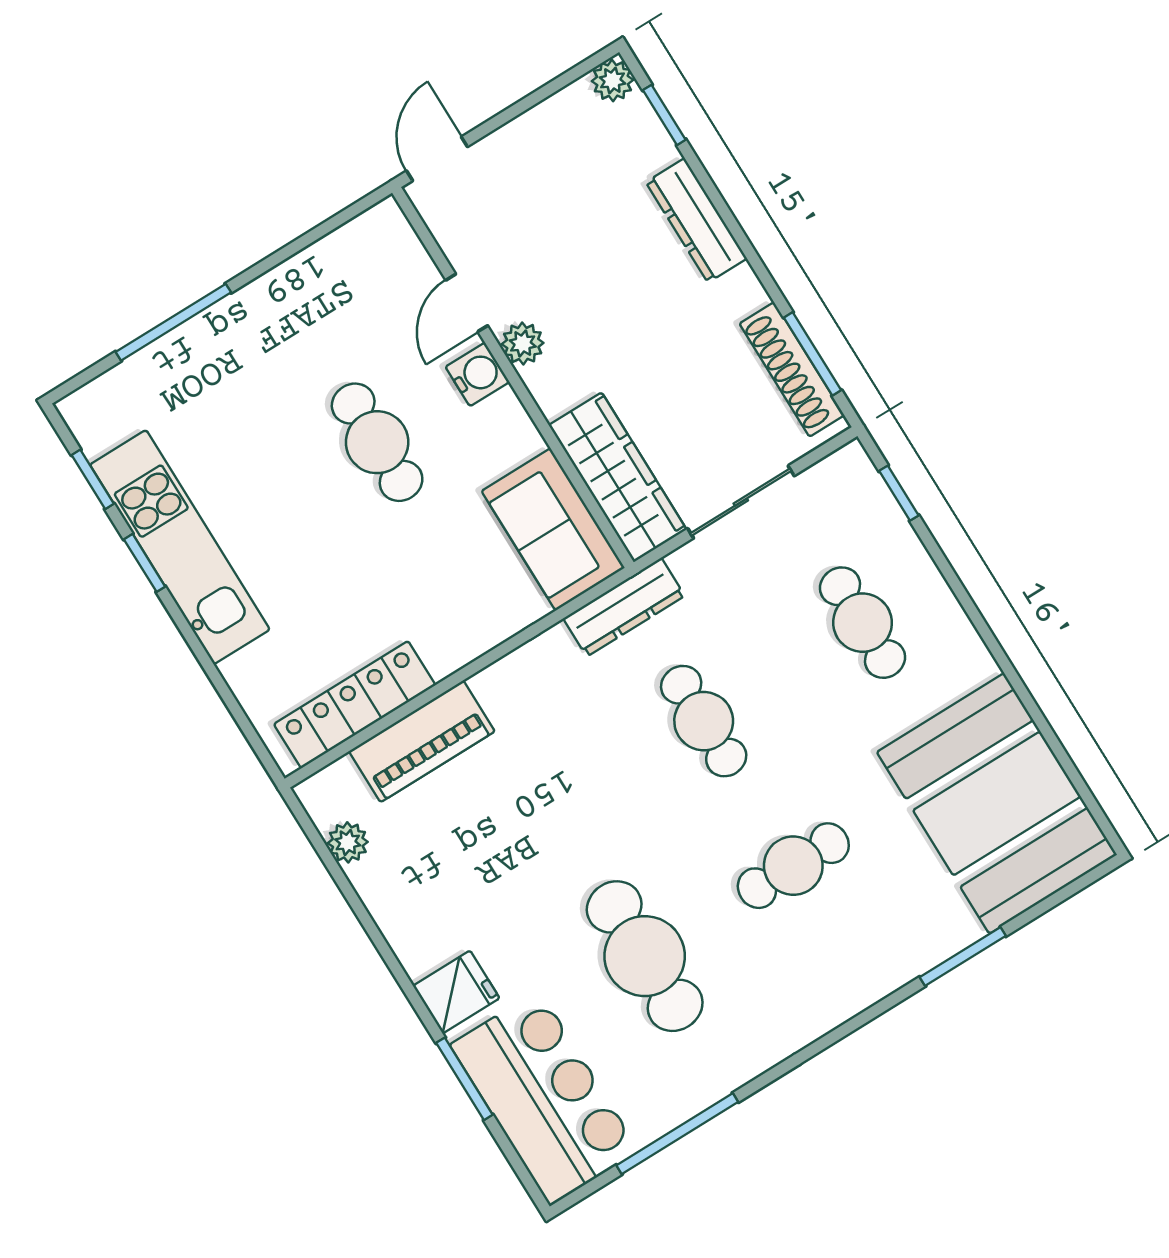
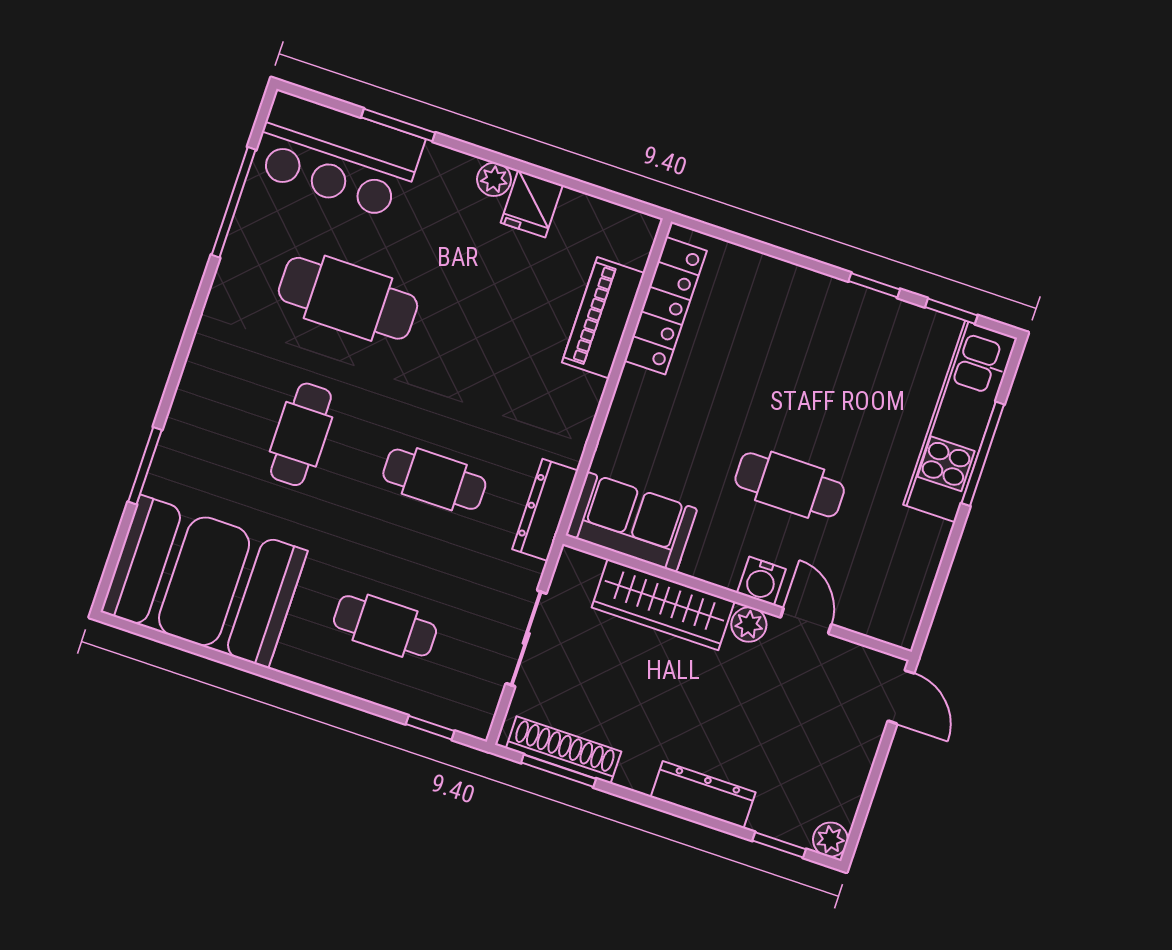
wardrobe: (618, 477) -> (663, 605), moved
kitchen unit: (180, 547) -> (960, 421), moved, turned 90
plant: (348, 842) -> (494, 179), moved
fridge: (456, 992) -> (532, 204), moved

